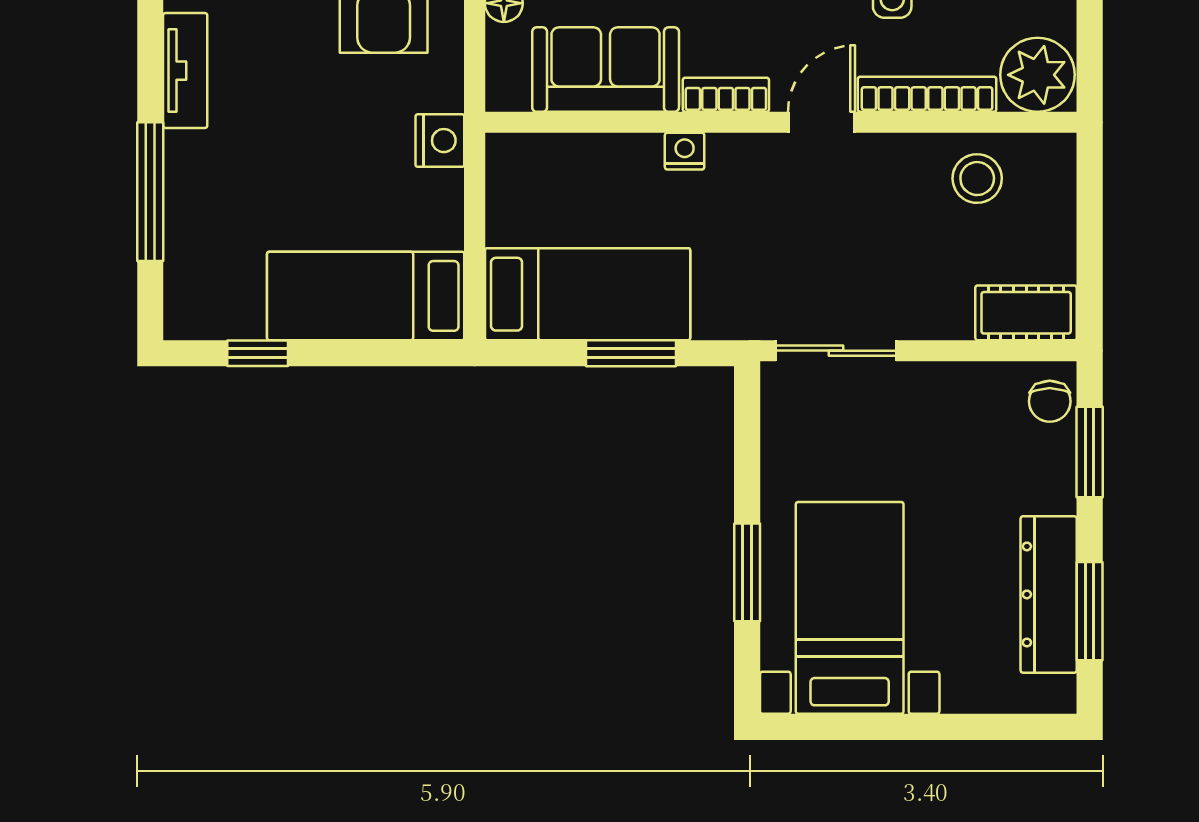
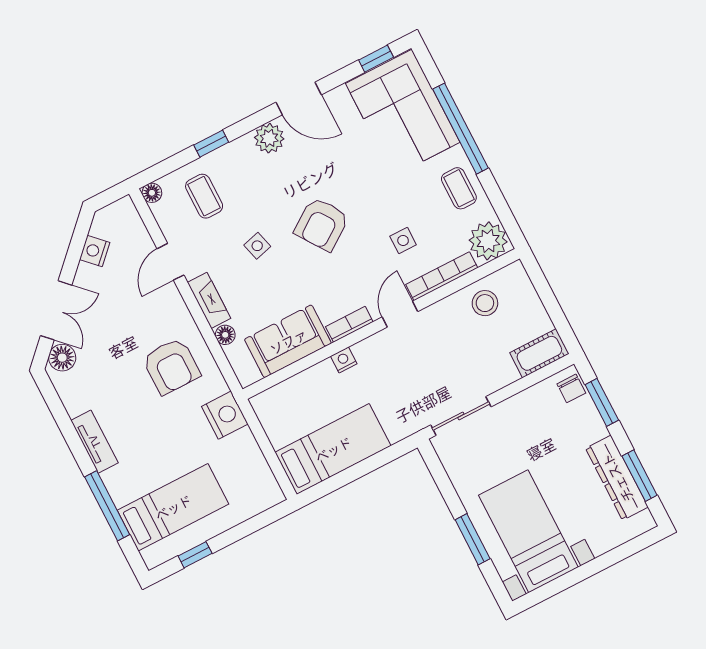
nightstand: (440, 141) -> (225, 415), width x1.36, depth x1.33
bed: (366, 296) -> (173, 507), moved, turned 180
window: (631, 353) -> (367, 466), removed

